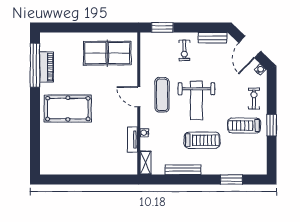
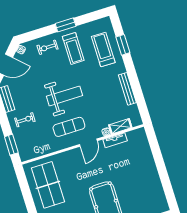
door: (139, 97) -> (88, 143), moved
treadmill: (202, 140) -> (103, 49), moved
shelving: (146, 163) -> (120, 126), moved

